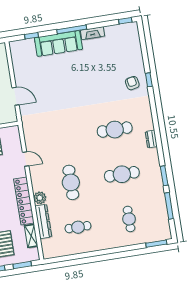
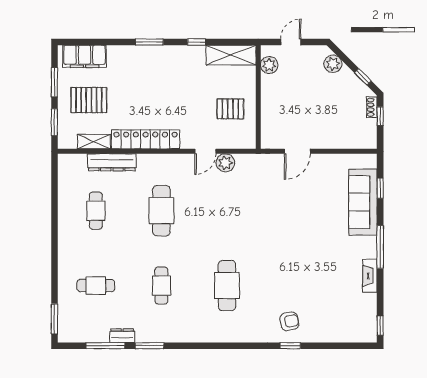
sofa: (58, 43) -> (363, 202), moved
dresser: (151, 139) -> (122, 336), moved
cafe table: (122, 174) -> (161, 286), width x0.73, depth x0.74
cafe table: (71, 182) -> (161, 211), turned 90
plant: (40, 198) -> (225, 163), moved

